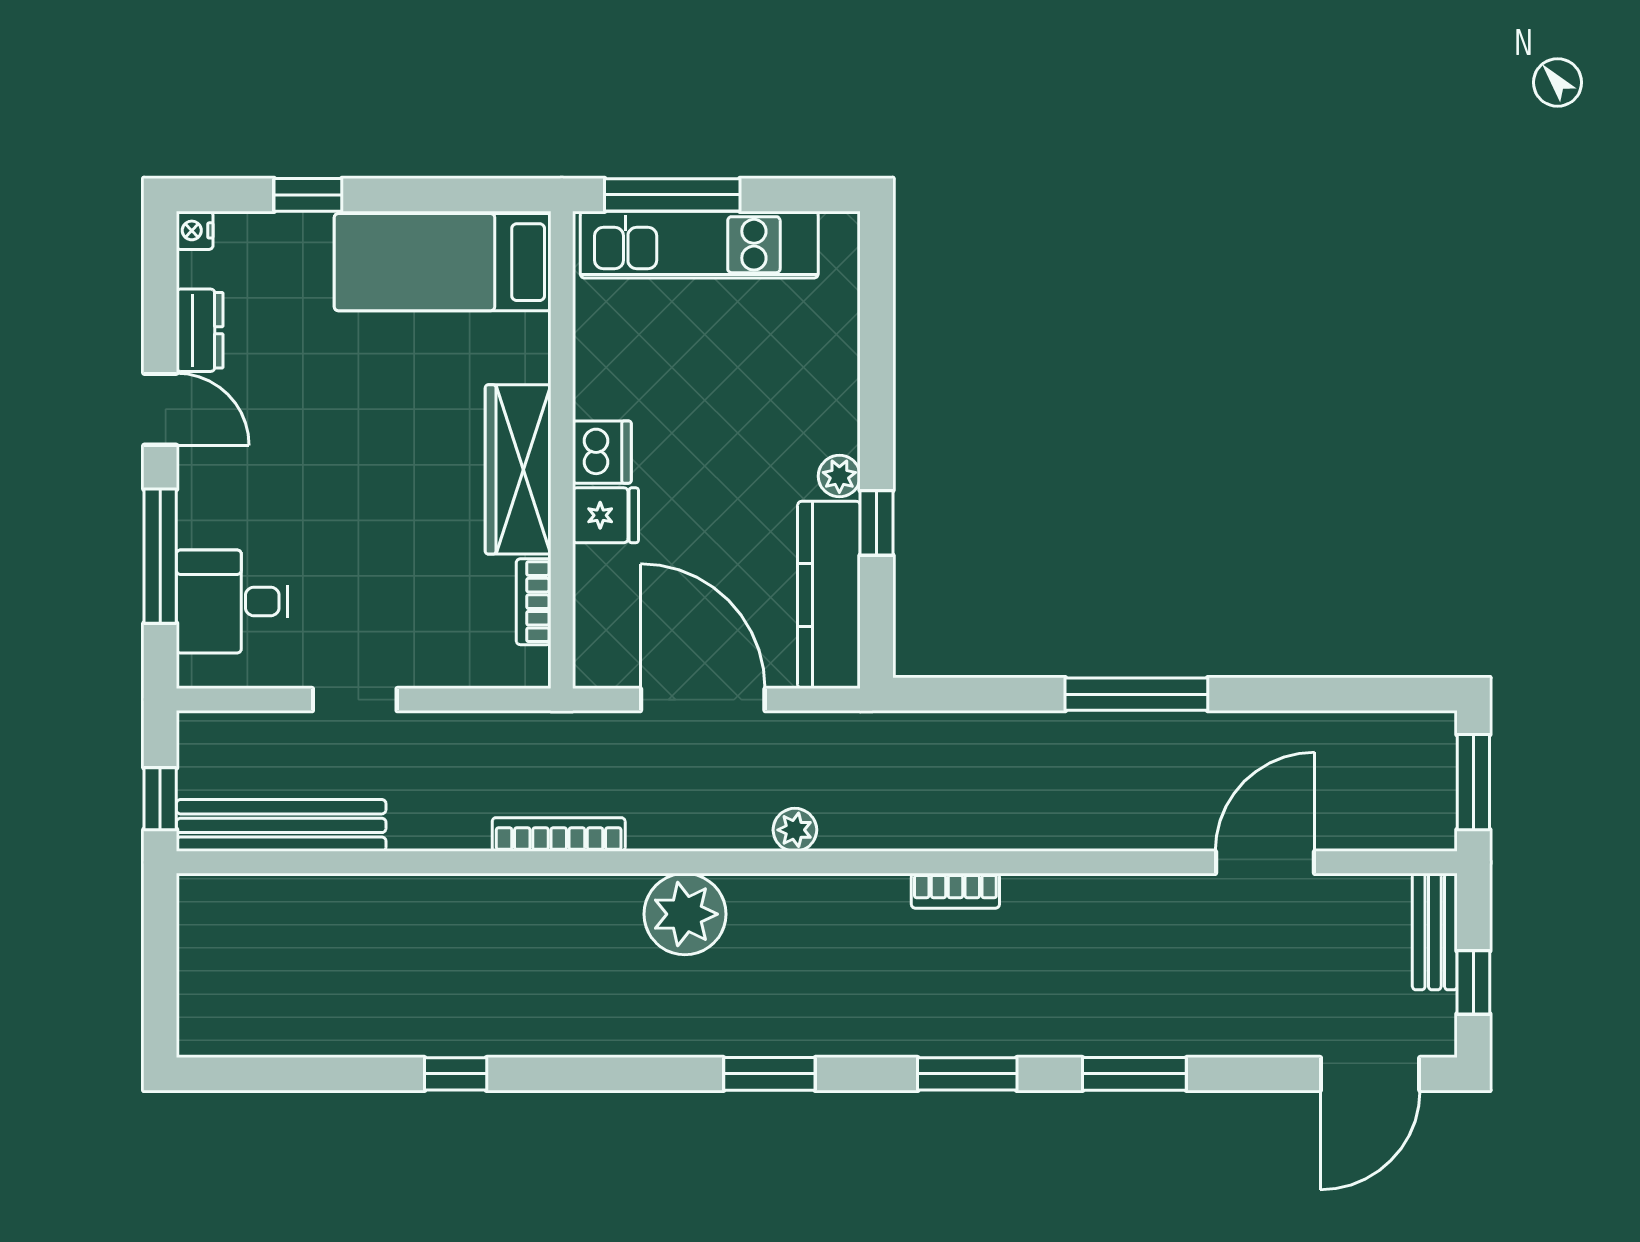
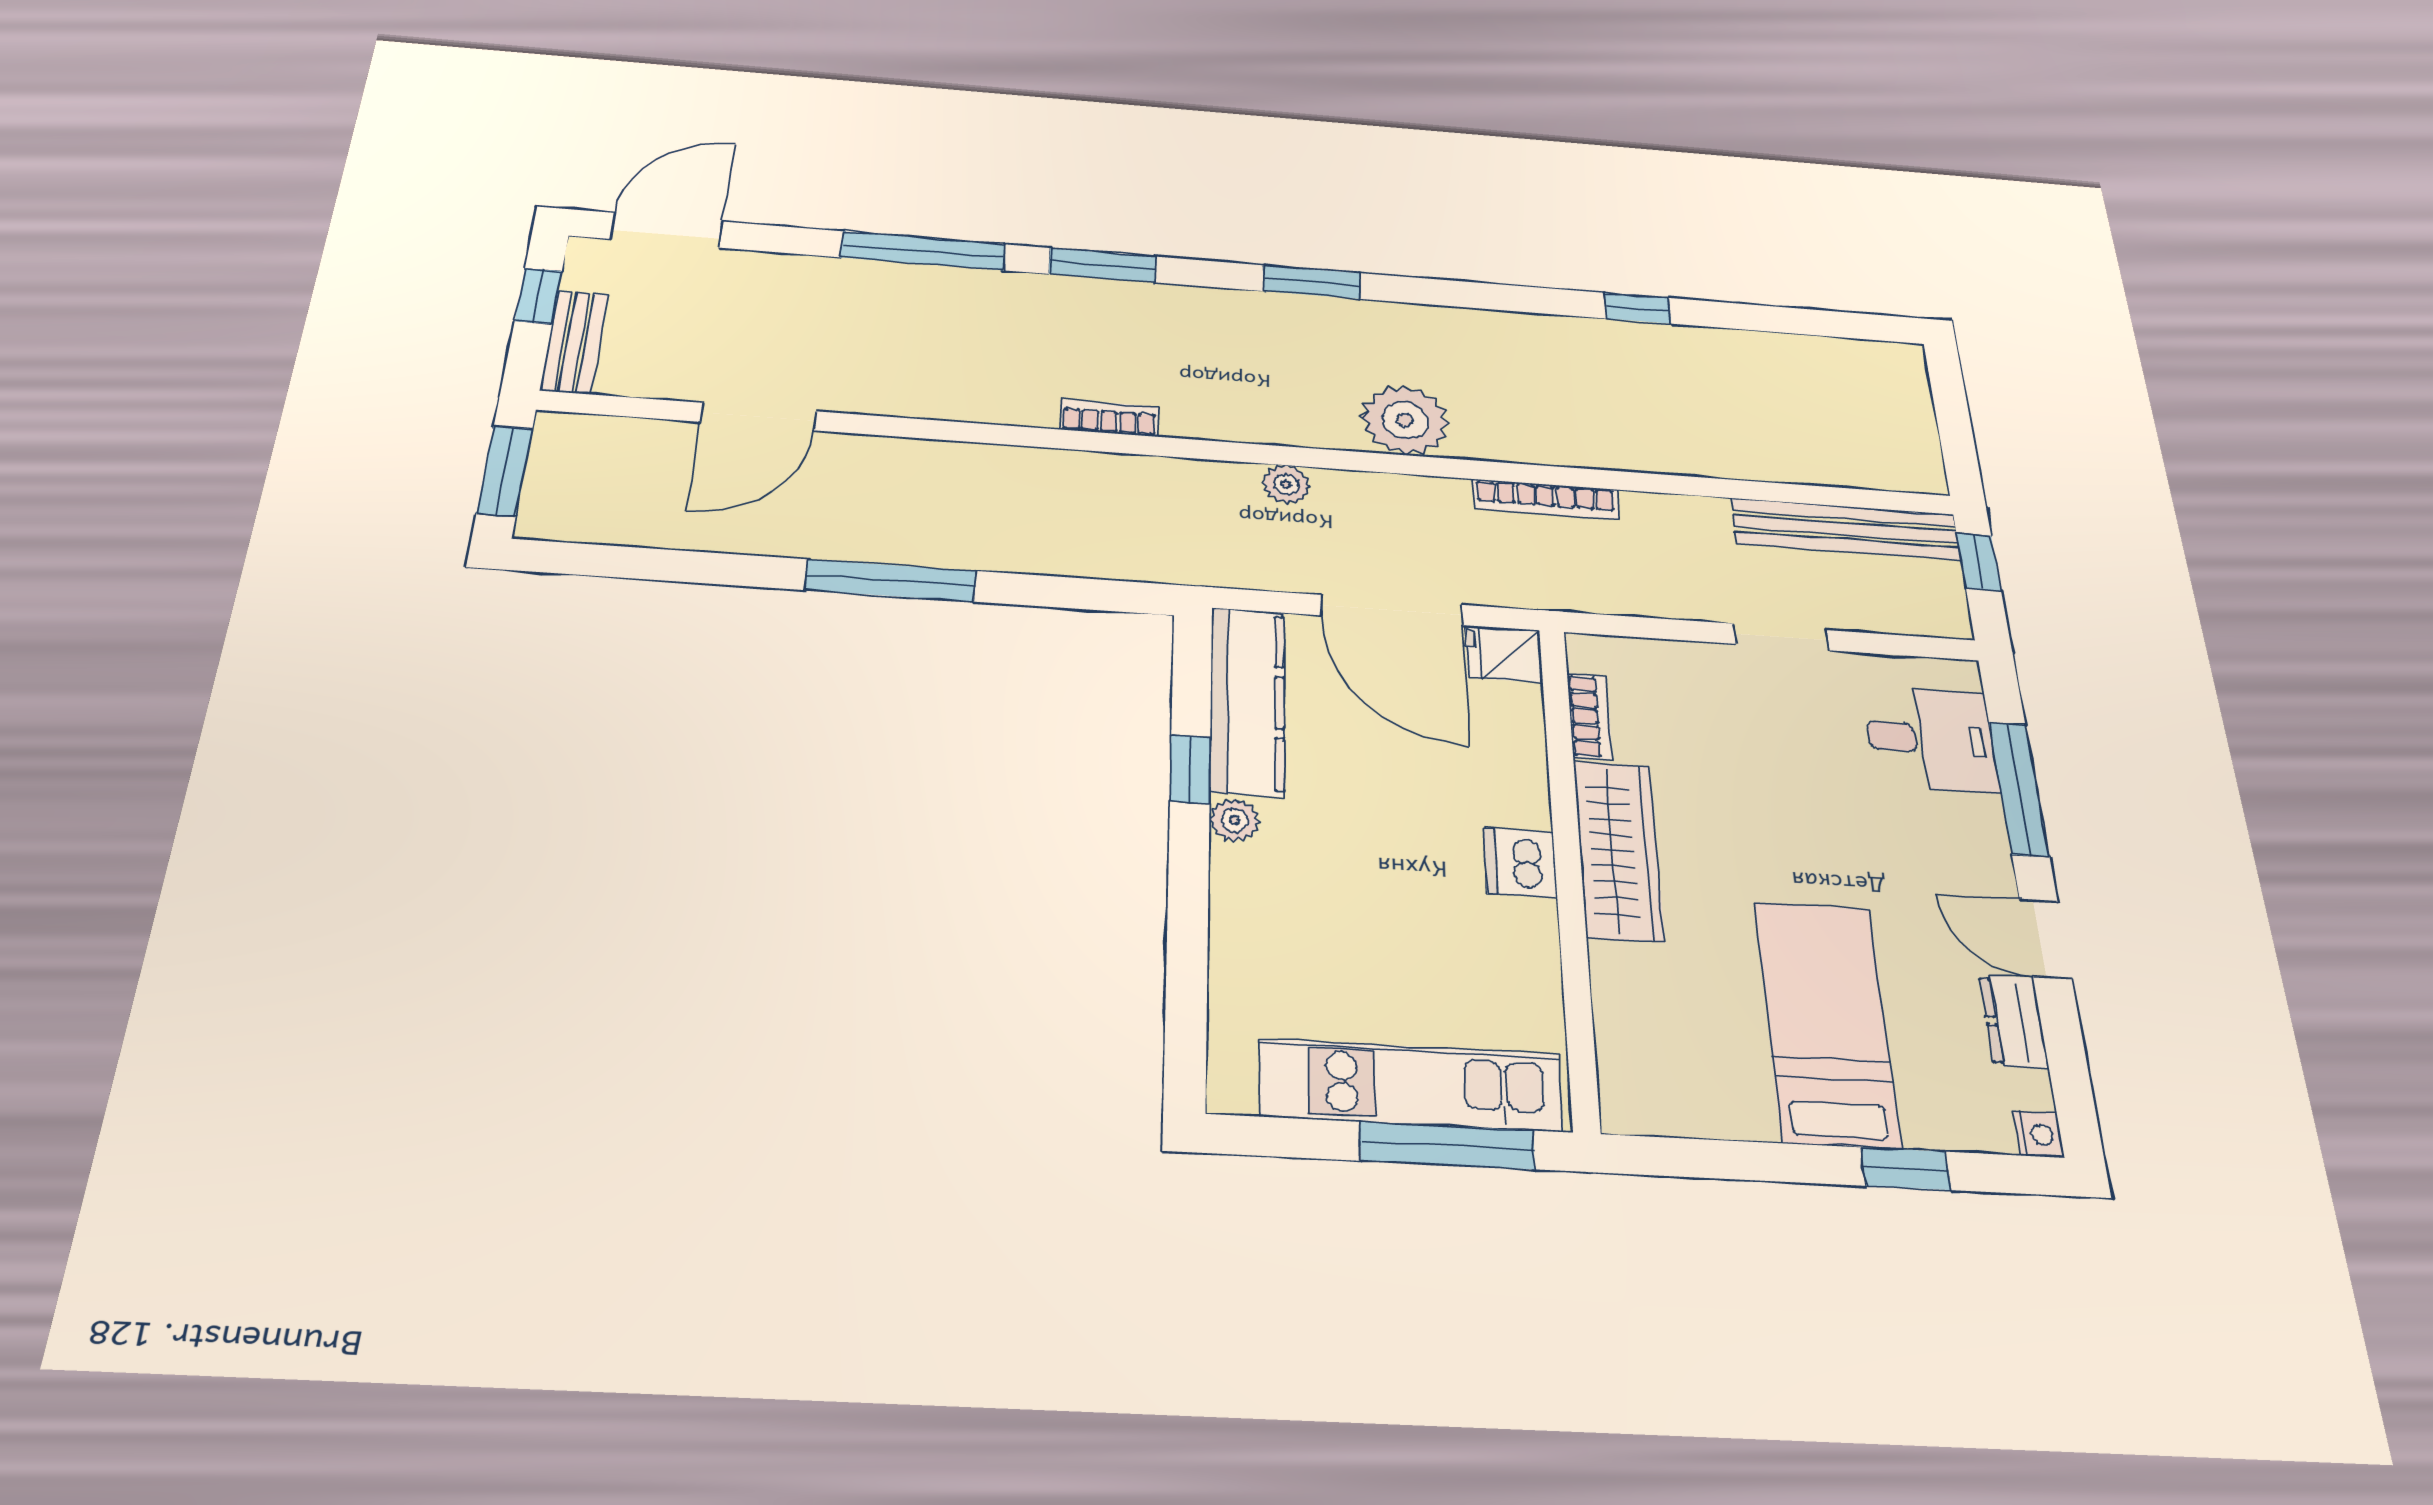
bed: (443, 262) -> (1827, 1023), moved, turned -90
fridge: (605, 515) -> (1504, 654), moved
window: (1134, 1074) -> (923, 251), width x1.44

